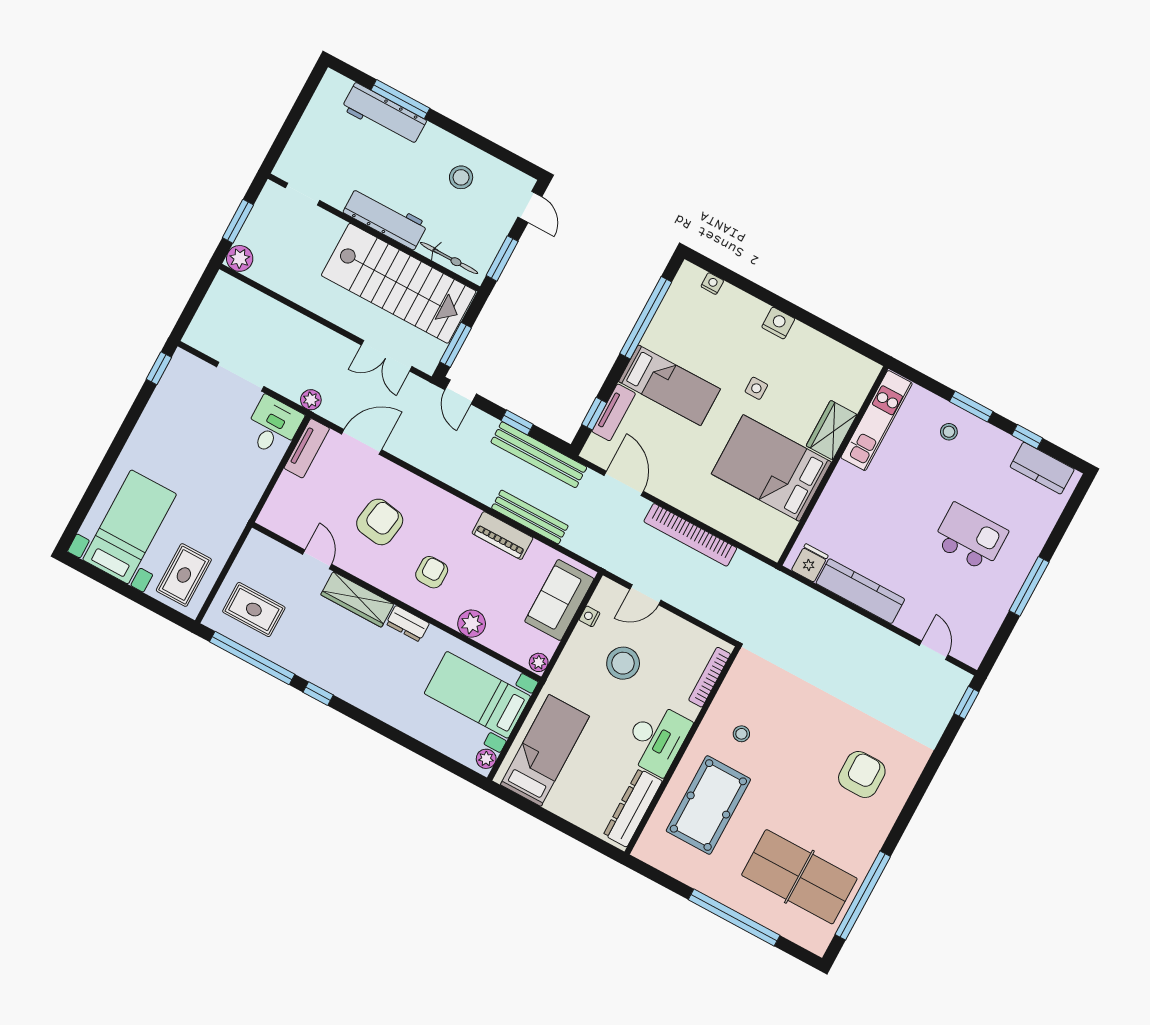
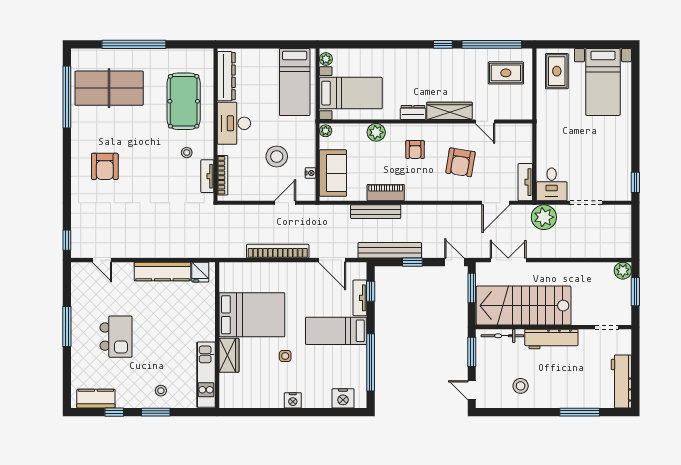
workbench: (384, 115) -> (621, 382), moved, turned -90
nightstand: (712, 284) -> (343, 398), width x1.89, depth x1.79
plant: (311, 400) -> (544, 217), width x1.88, depth x1.88
kitchen island: (970, 537) -> (116, 337), turned -90
tv unit: (731, 687) -> (207, 176), added

